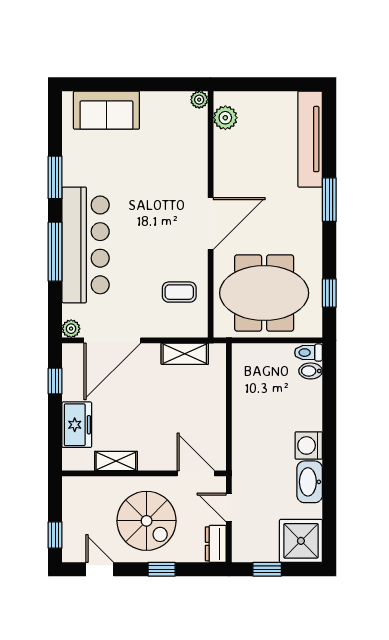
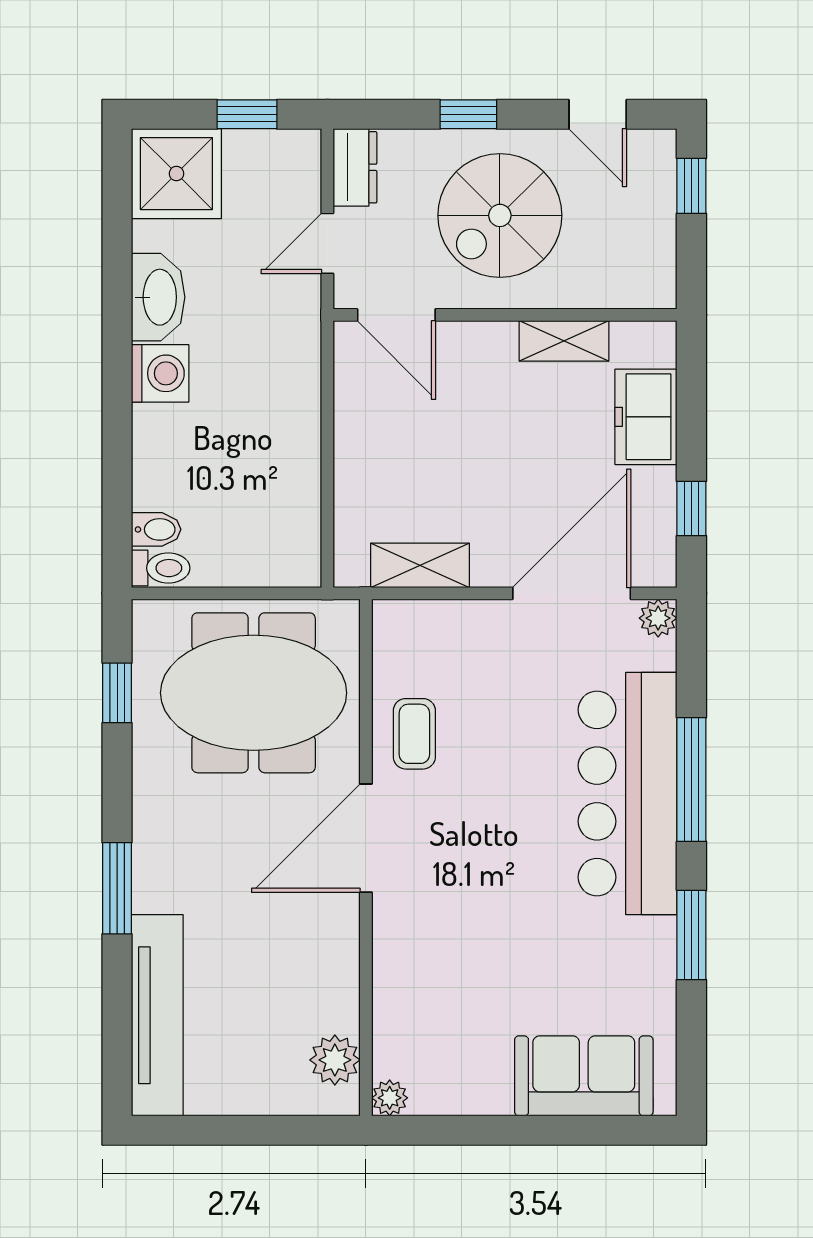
coffee table: (179, 292) -> (414, 734), moved, turned 90
door: (229, 507) -> (327, 243), swing flipped
spiral stairs: (147, 521) -> (500, 215), turned -90

